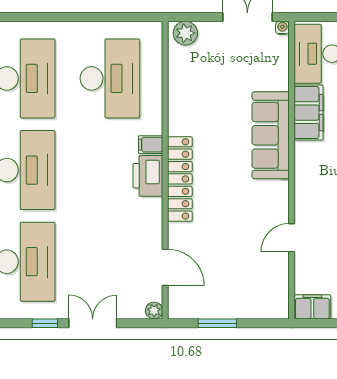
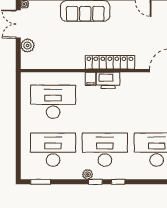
plant: (185, 33) -> (27, 46), moved

